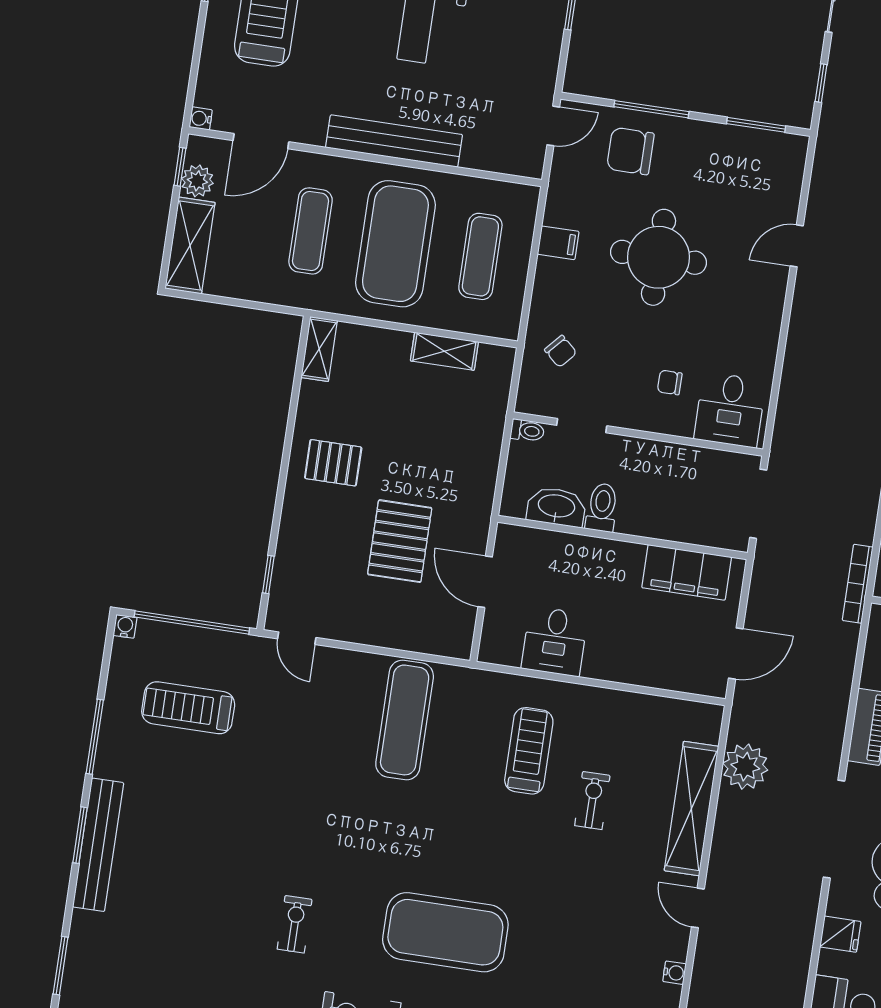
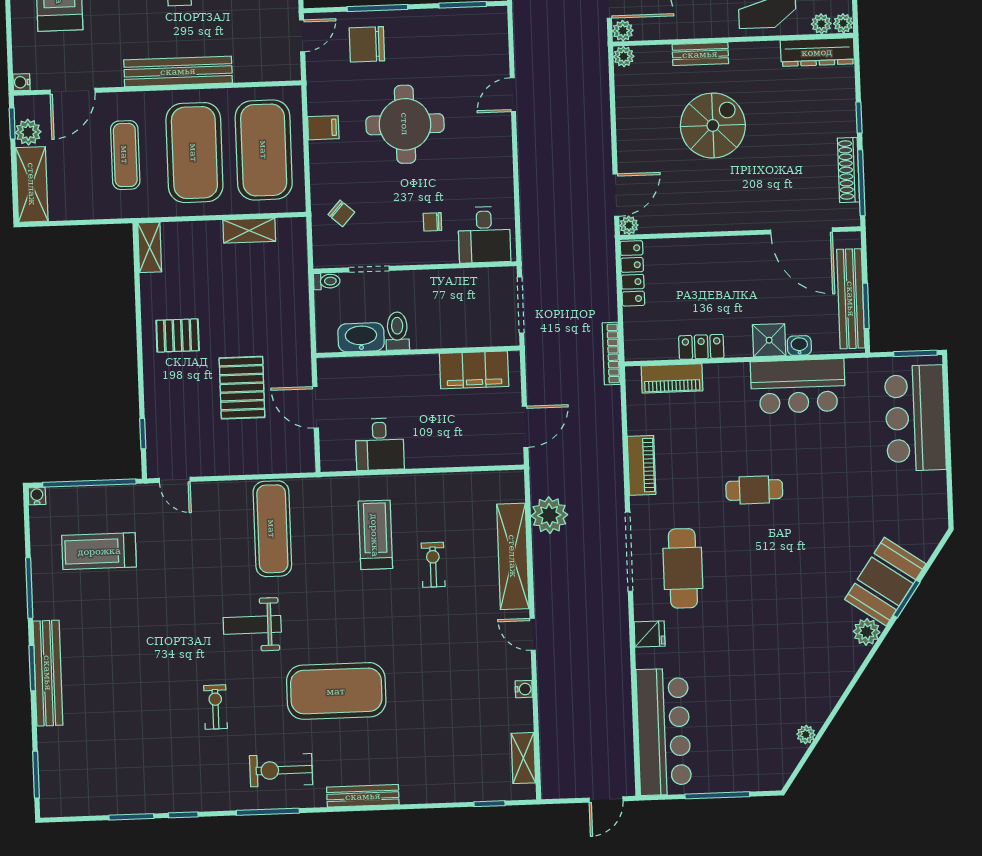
exercise mat: (480, 256) -> (264, 150), width x2.00, depth x1.45
weight bench: (358, 833) -> (252, 625), added

